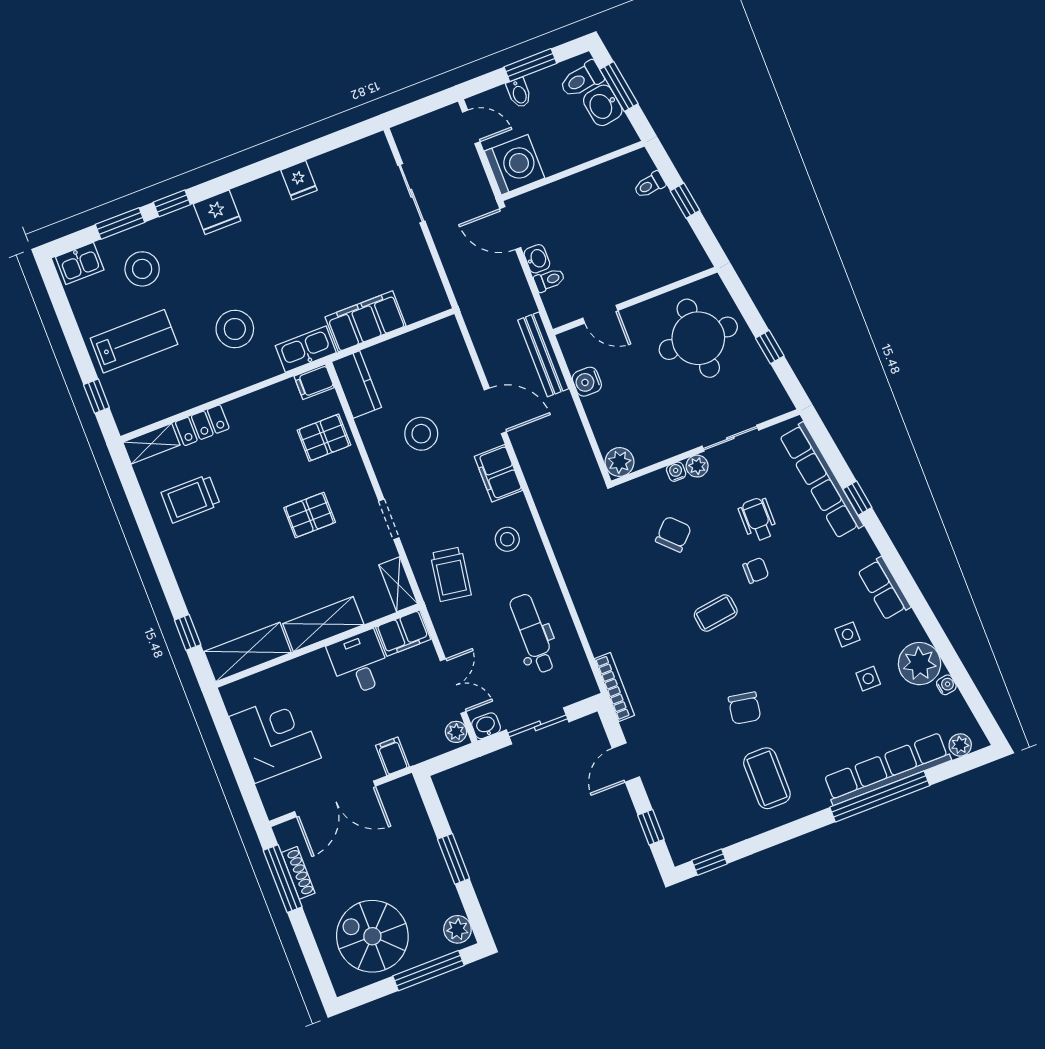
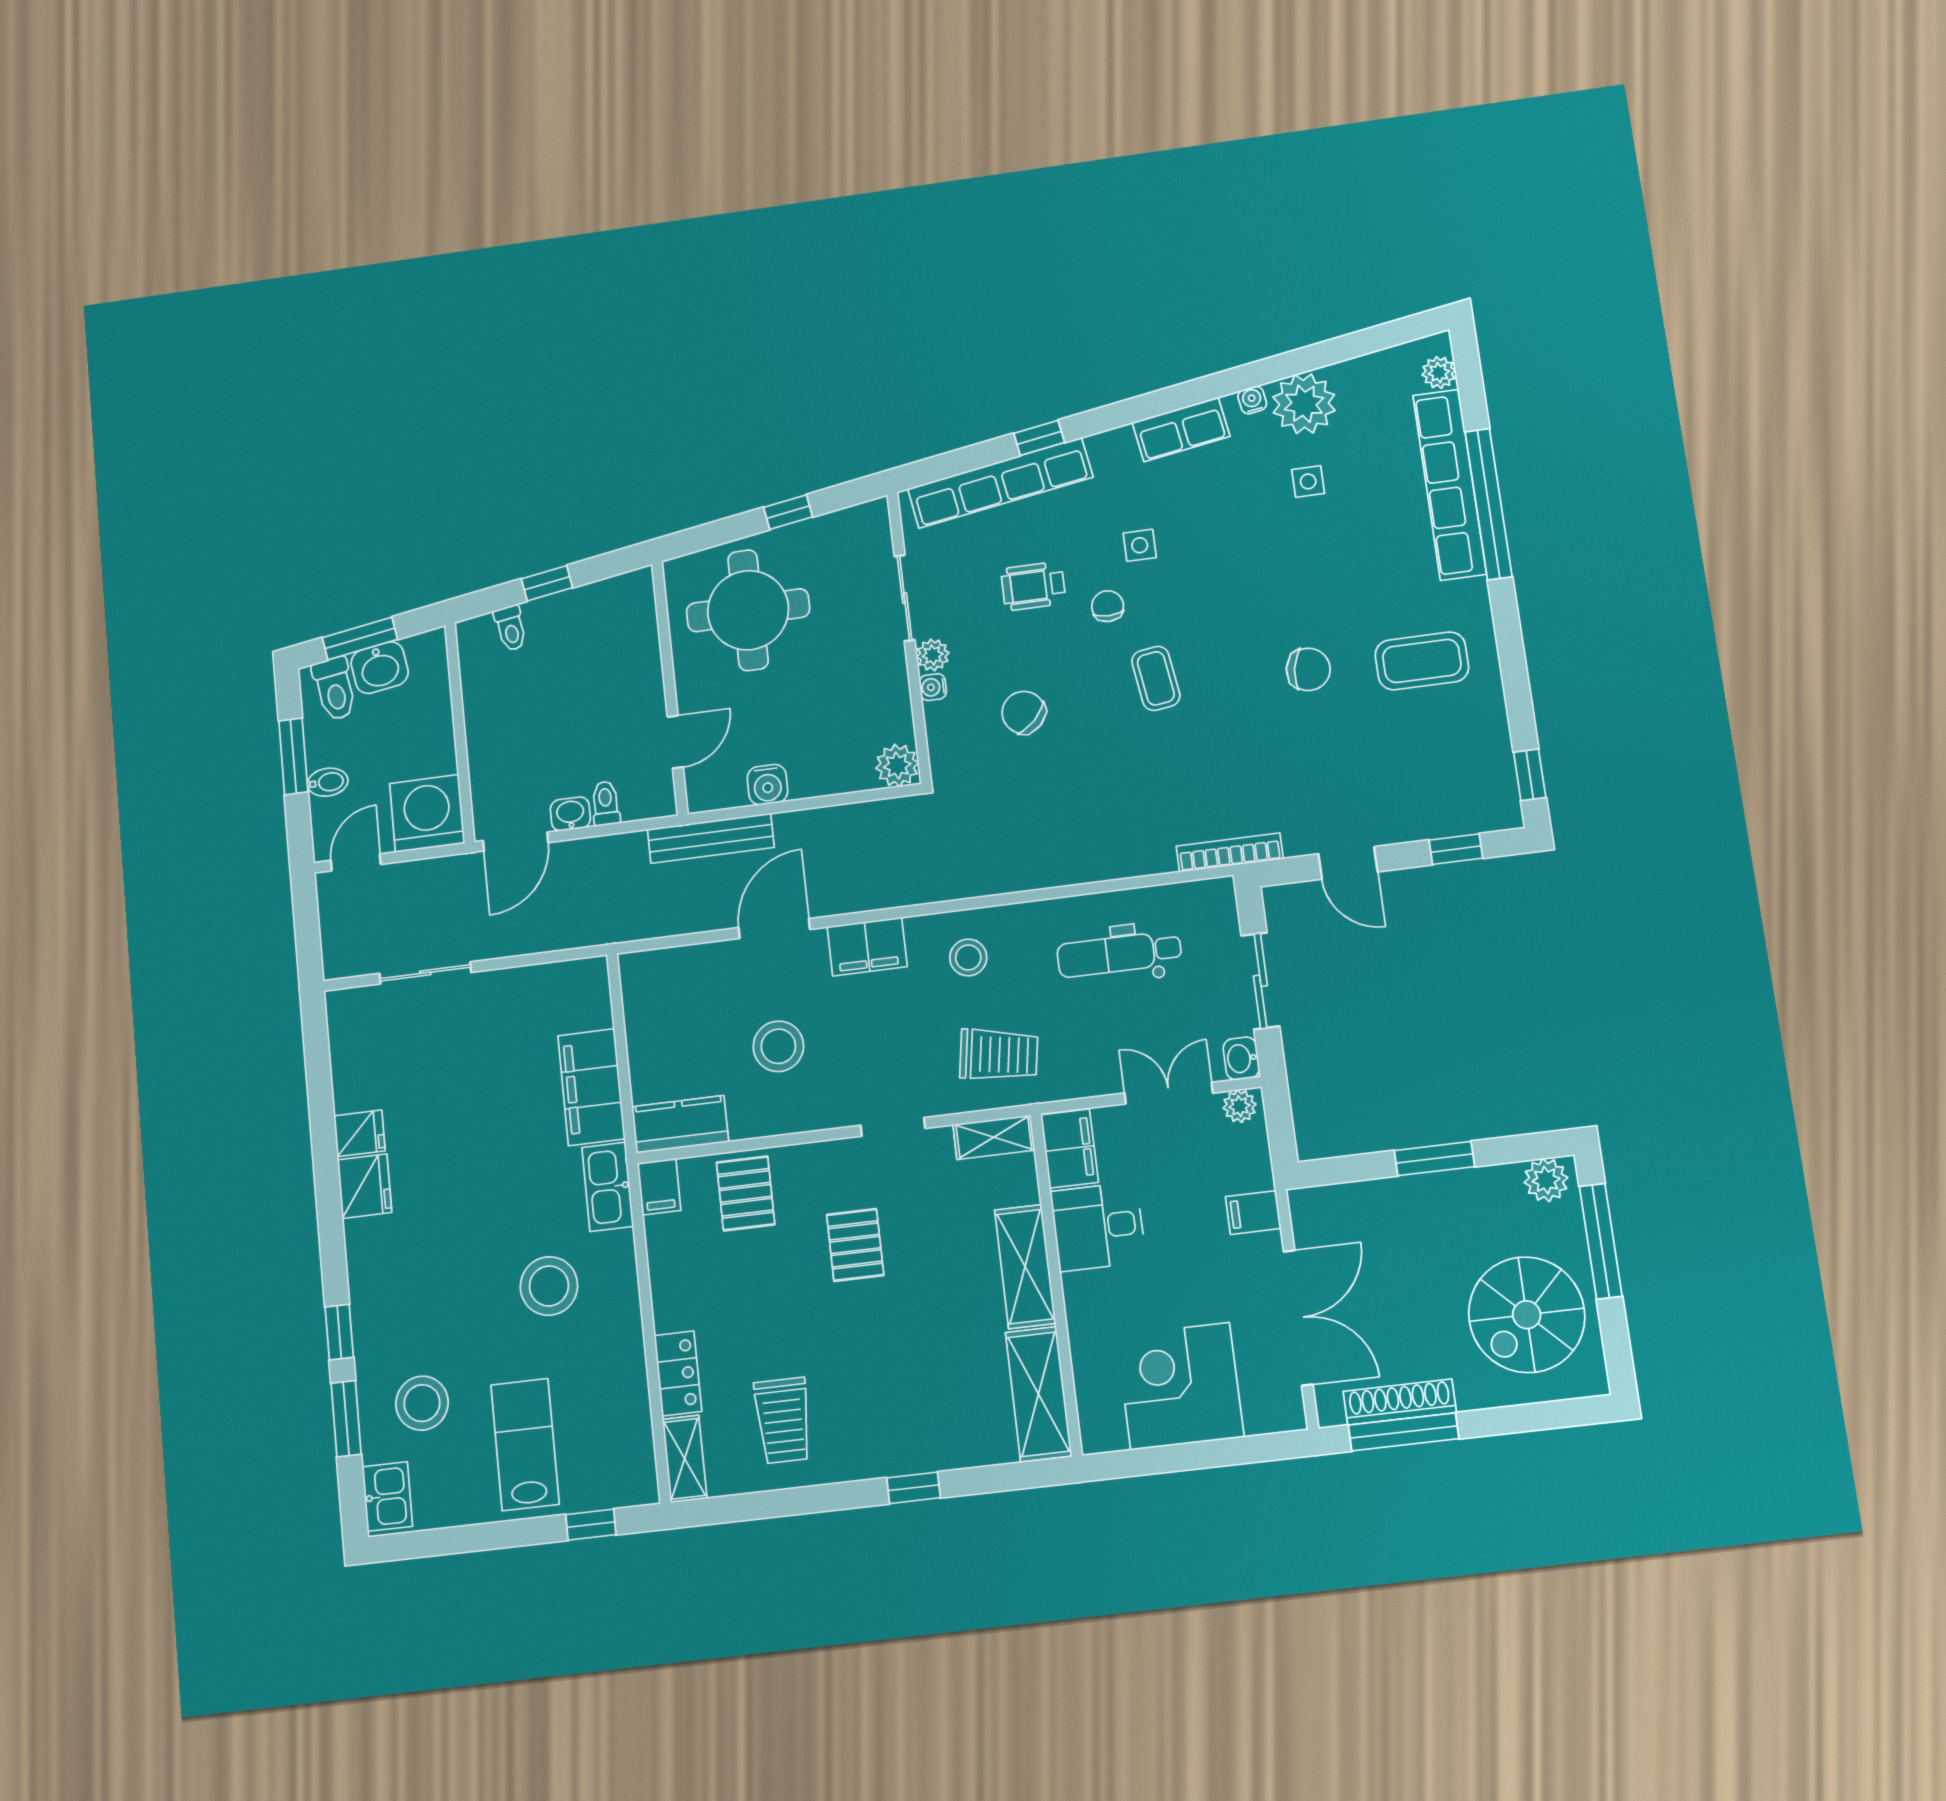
fridge: (217, 212) -> (365, 1186), moved
window: (188, 632) -> (914, 1488), moved
side table: (848, 634) -> (1140, 545), moved
water cooler: (946, 685) -> (1252, 400), moved
shoe rack: (298, 873) -> (1400, 1402), width x1.36, depth x1.24

